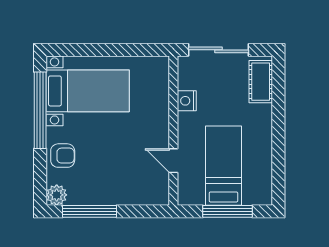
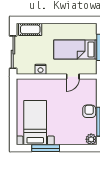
window: (40, 110) -> (46, 148), width x0.68
armchair: (63, 156) -> (89, 111), moved

